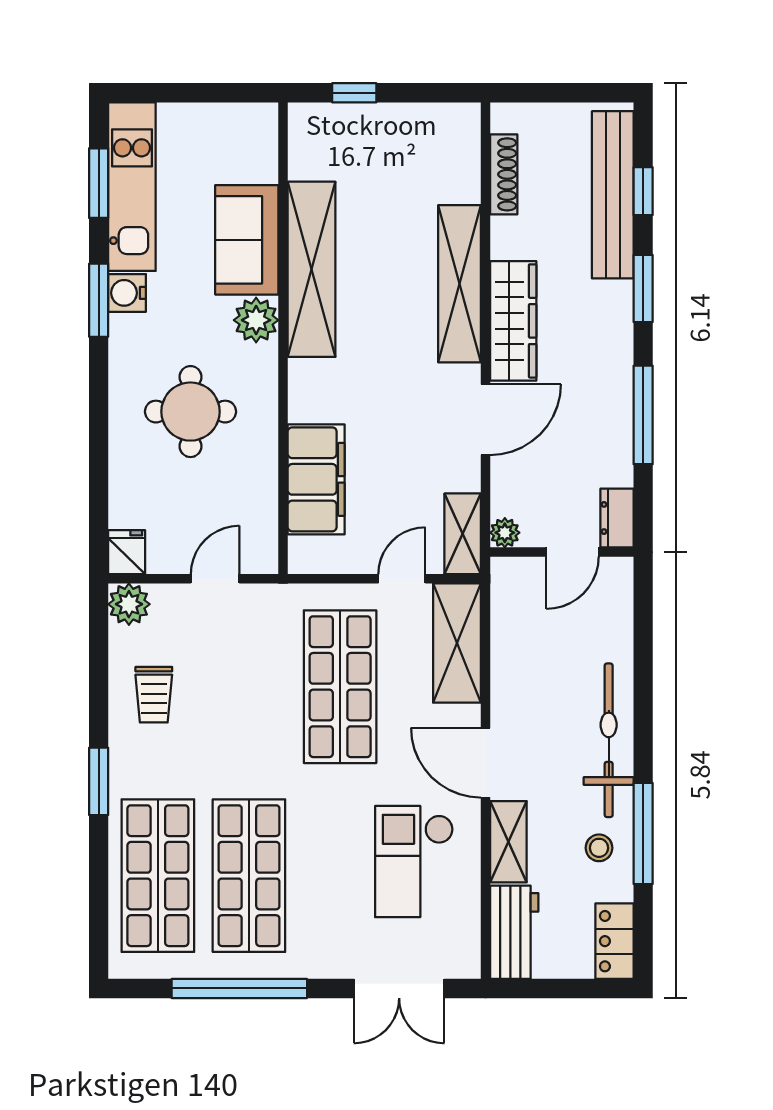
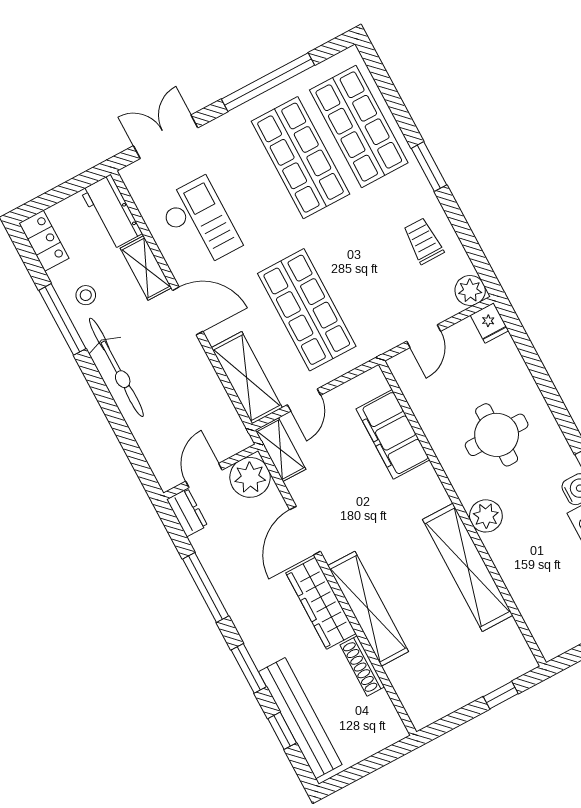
shoe rack: (504, 174) -> (362, 666), moved
sofa: (247, 240) -> (519, 564), removed
plant: (505, 533) -> (250, 477), width x1.88, depth x1.88

